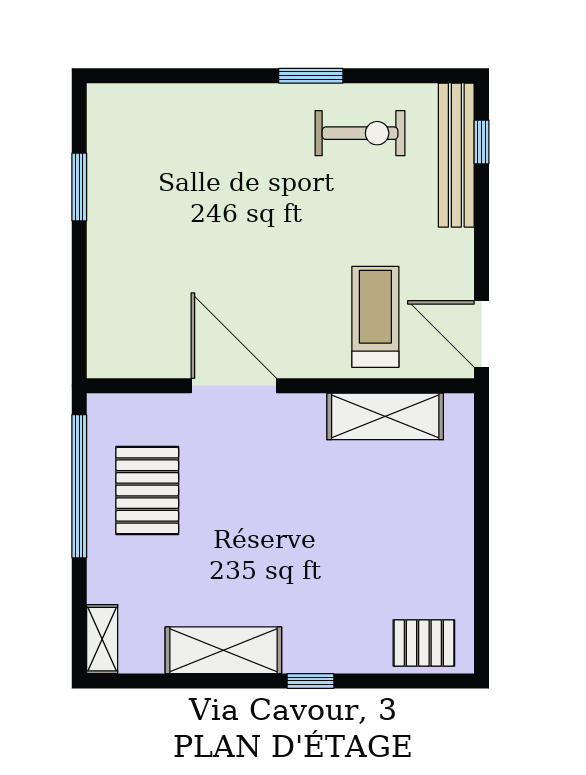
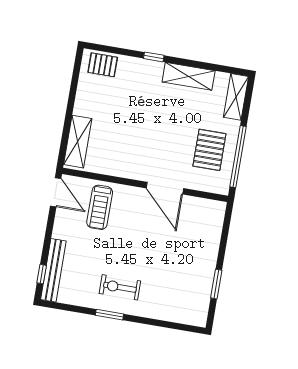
exercise bike: (360, 133) -> (120, 287), moved
shelving: (385, 416) -> (78, 142), moved, turned 90
shelving: (102, 639) -> (236, 97), width x1.50, depth x1.33

